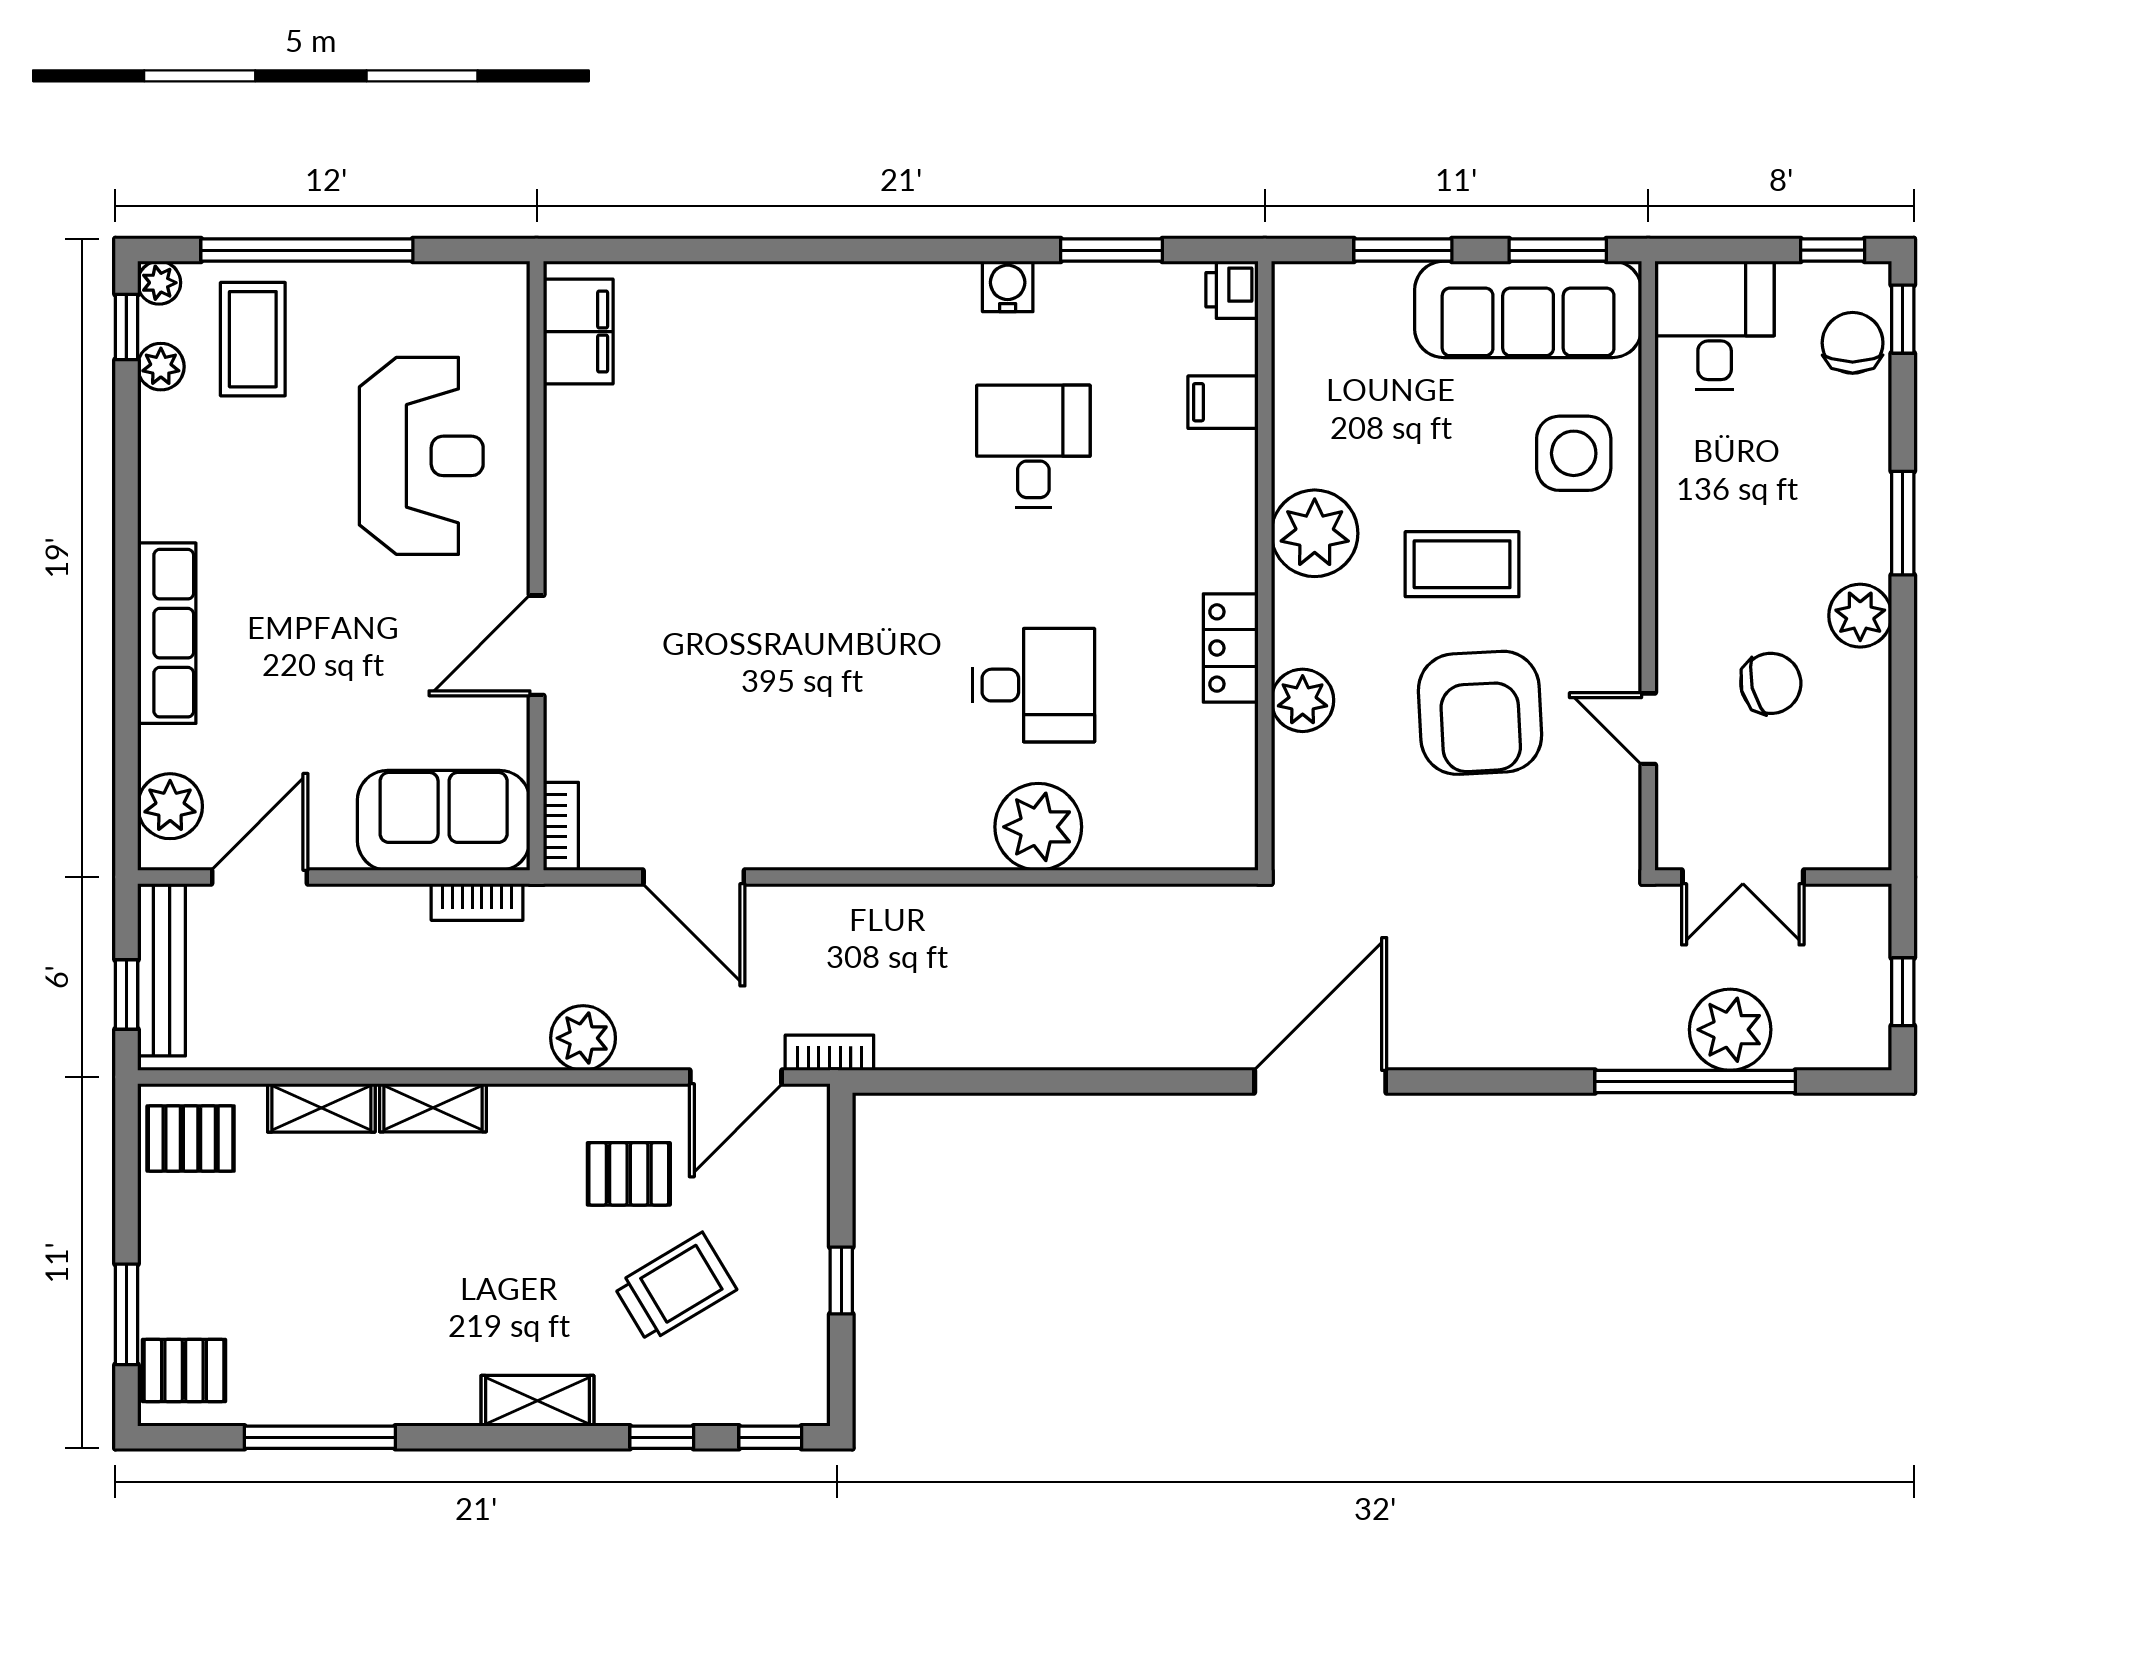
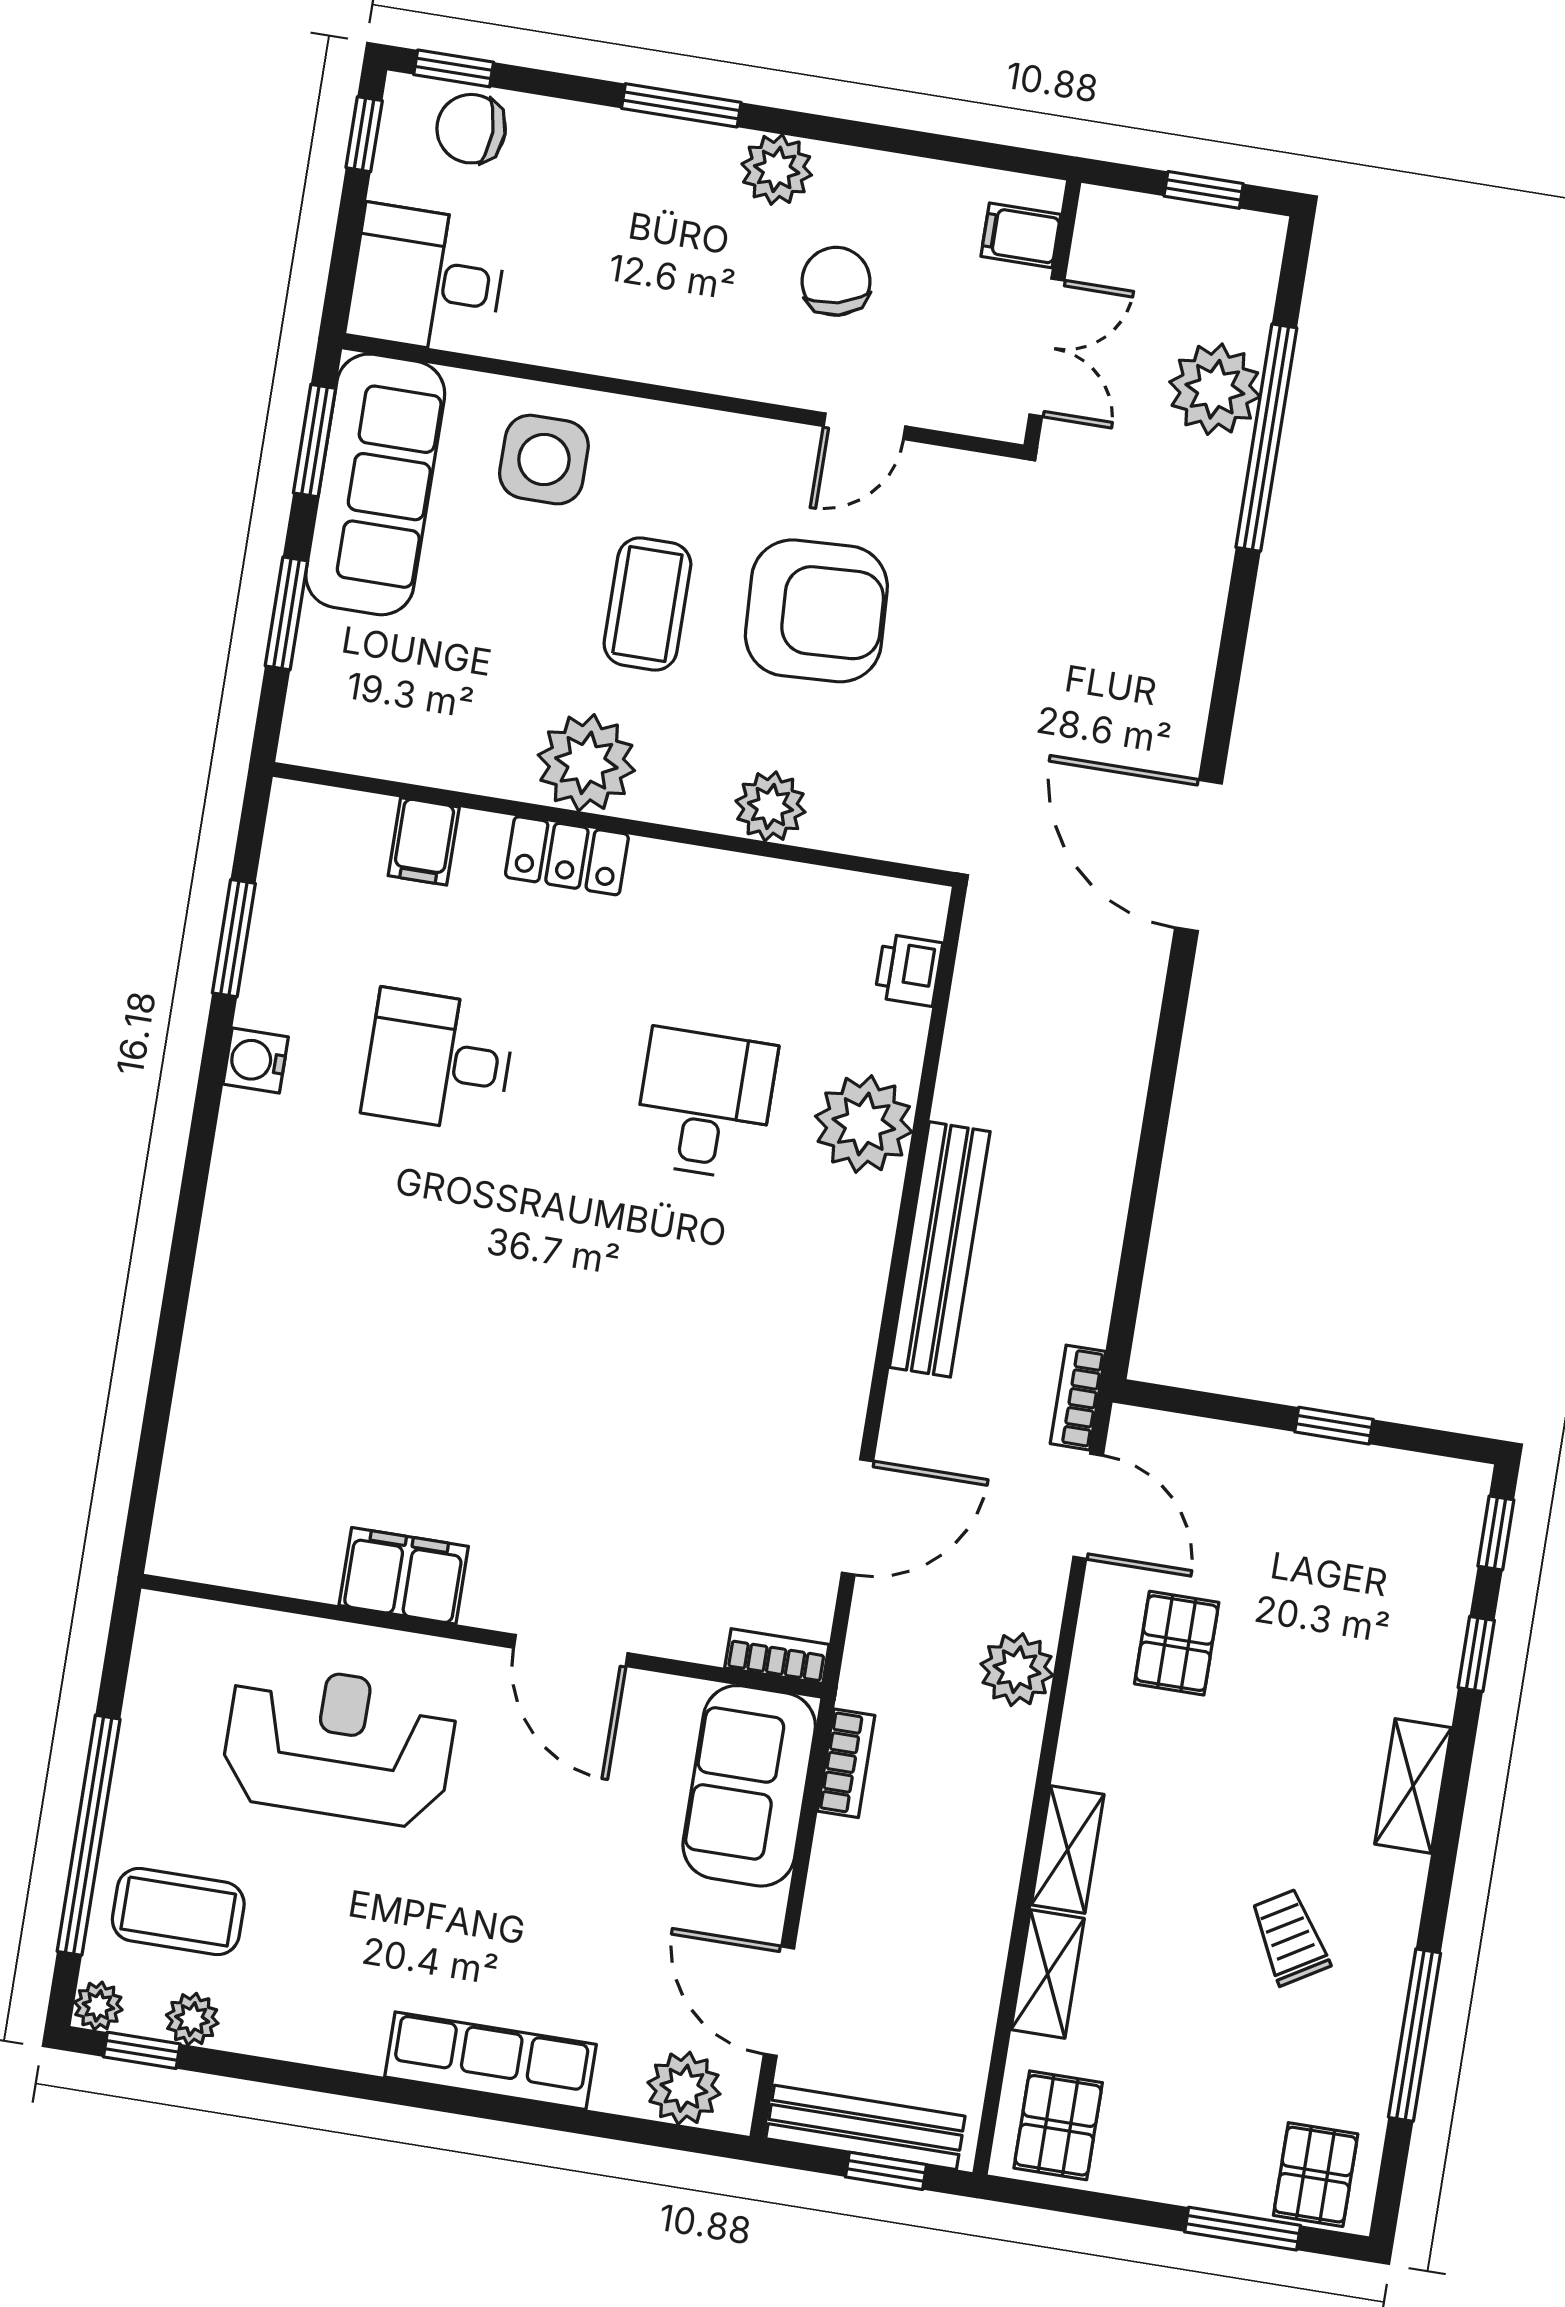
printer: (1232, 290) -> (909, 970), moved, turned 90
filing cabinet: (578, 332) -> (404, 1576), moved
locker: (1231, 648) -> (567, 856), moved
filing cabinet: (1837, 838) -> (1021, 235), added
bench: (939, 911) -> (940, 1249), added
trolley: (675, 1287) -> (1290, 1937), moved, width x0.73, depth x0.72

